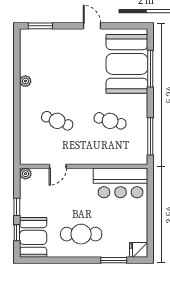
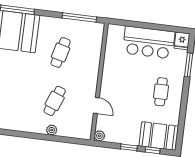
plant: (25, 81) -> (52, 130), moved
bar counter: (121, 183) -> (149, 42), moved, turned 90
cafe table: (81, 234) -> (161, 92), width x0.73, depth x0.74

